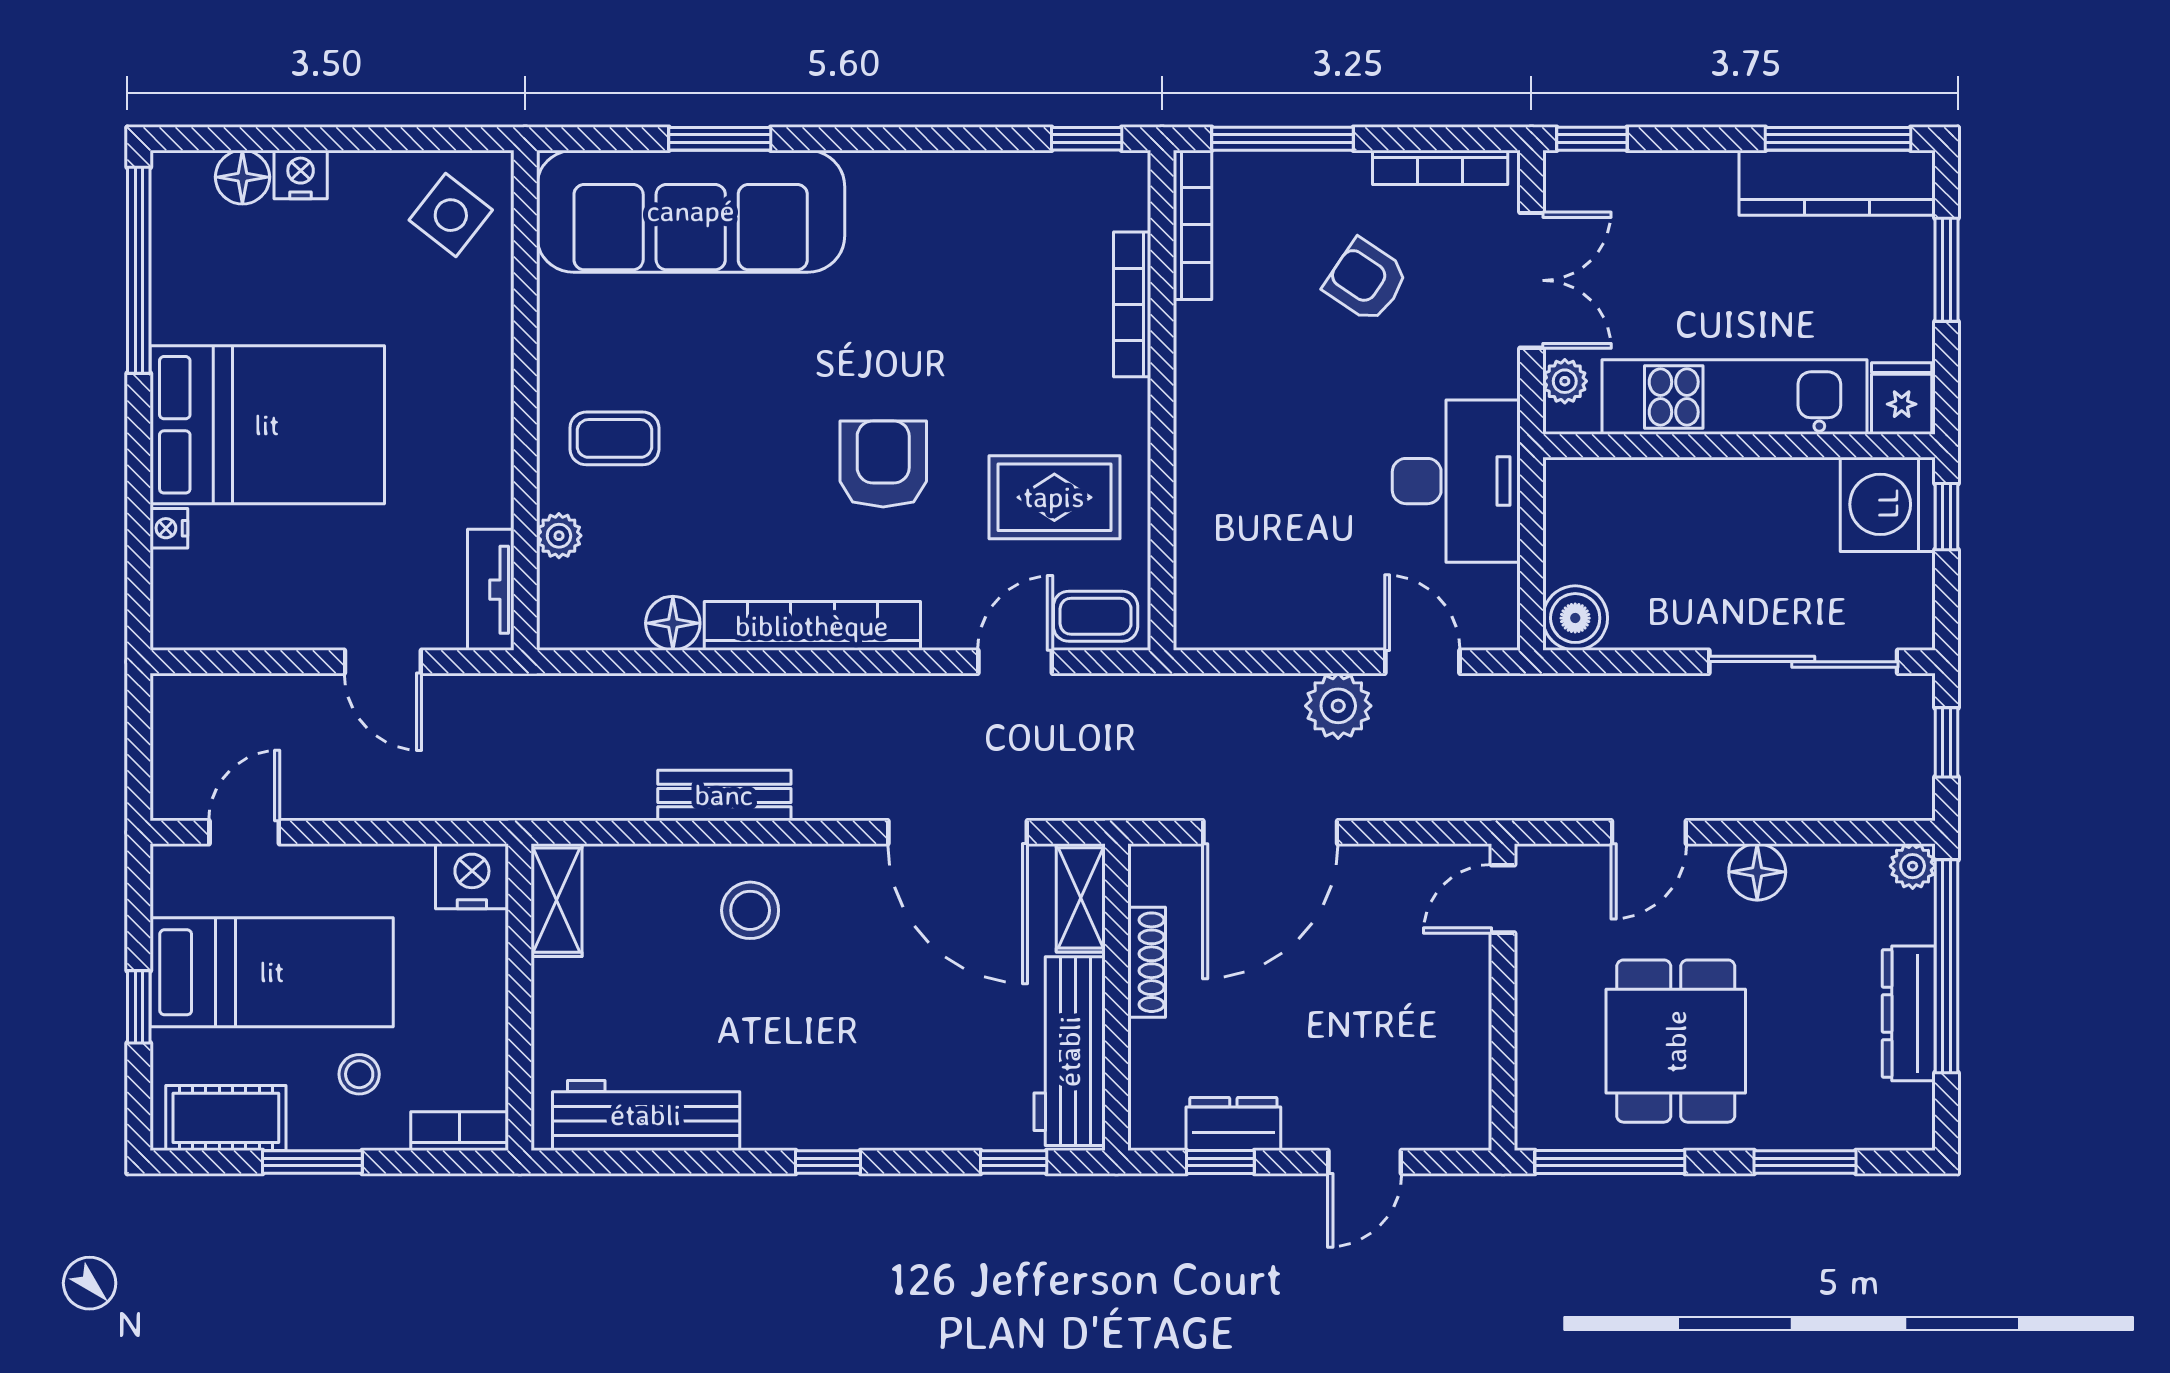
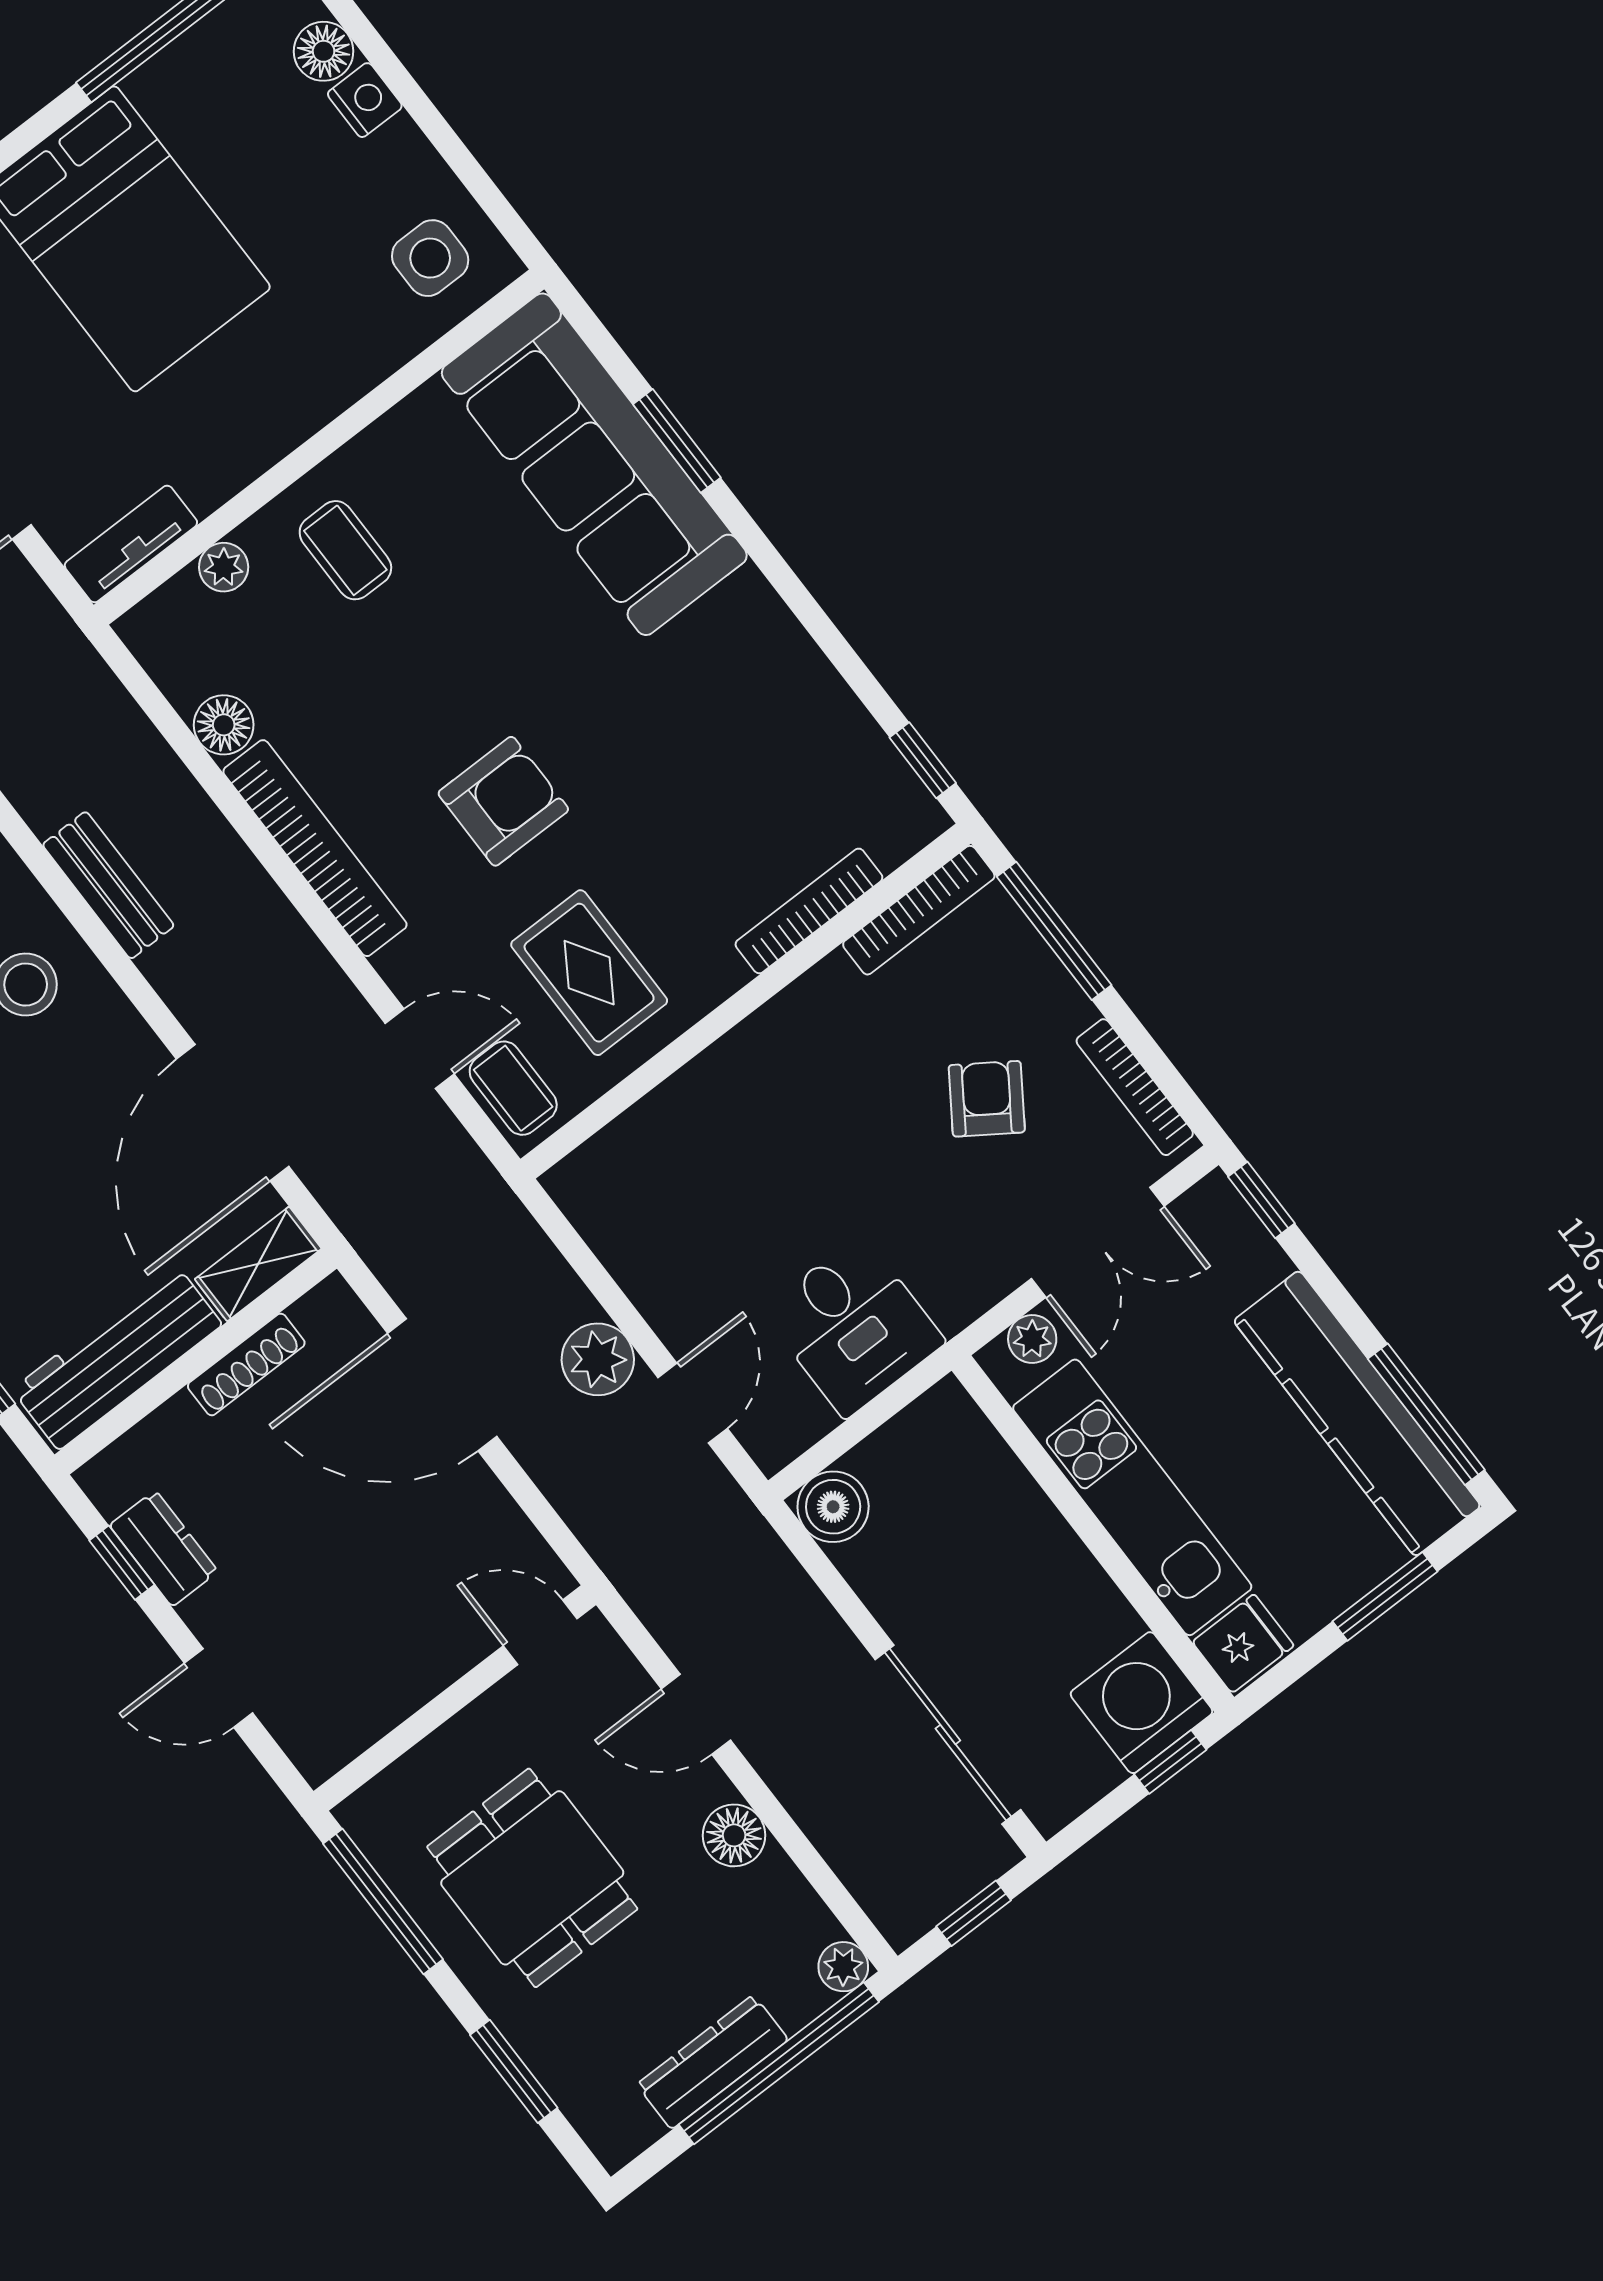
kitchen counter: (1837, 183) -> (1357, 1413), width x1.39, depth x1.17
side table: (451, 215) -> (430, 258), turned -38
desk: (1456, 481) -> (853, 1326), width x0.73
dining table: (1676, 1041) -> (532, 1878), turned 90

